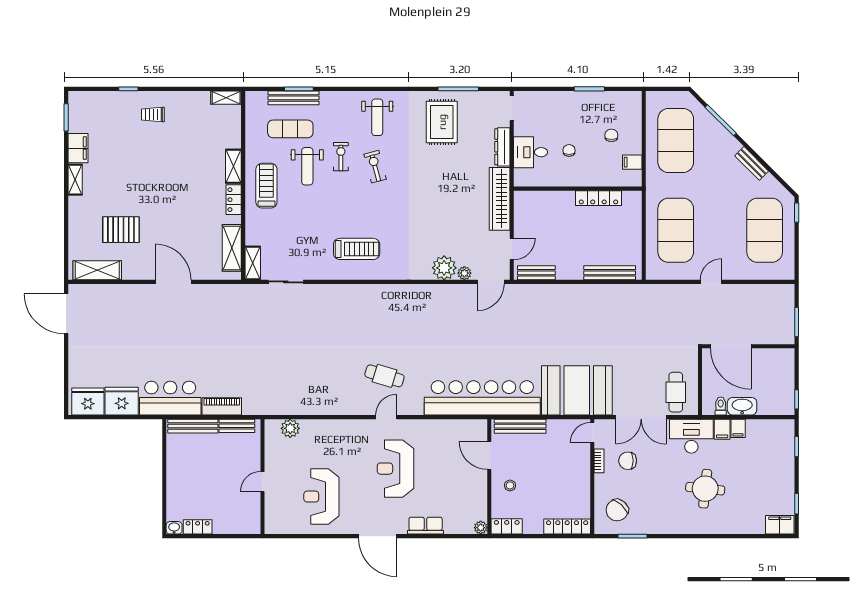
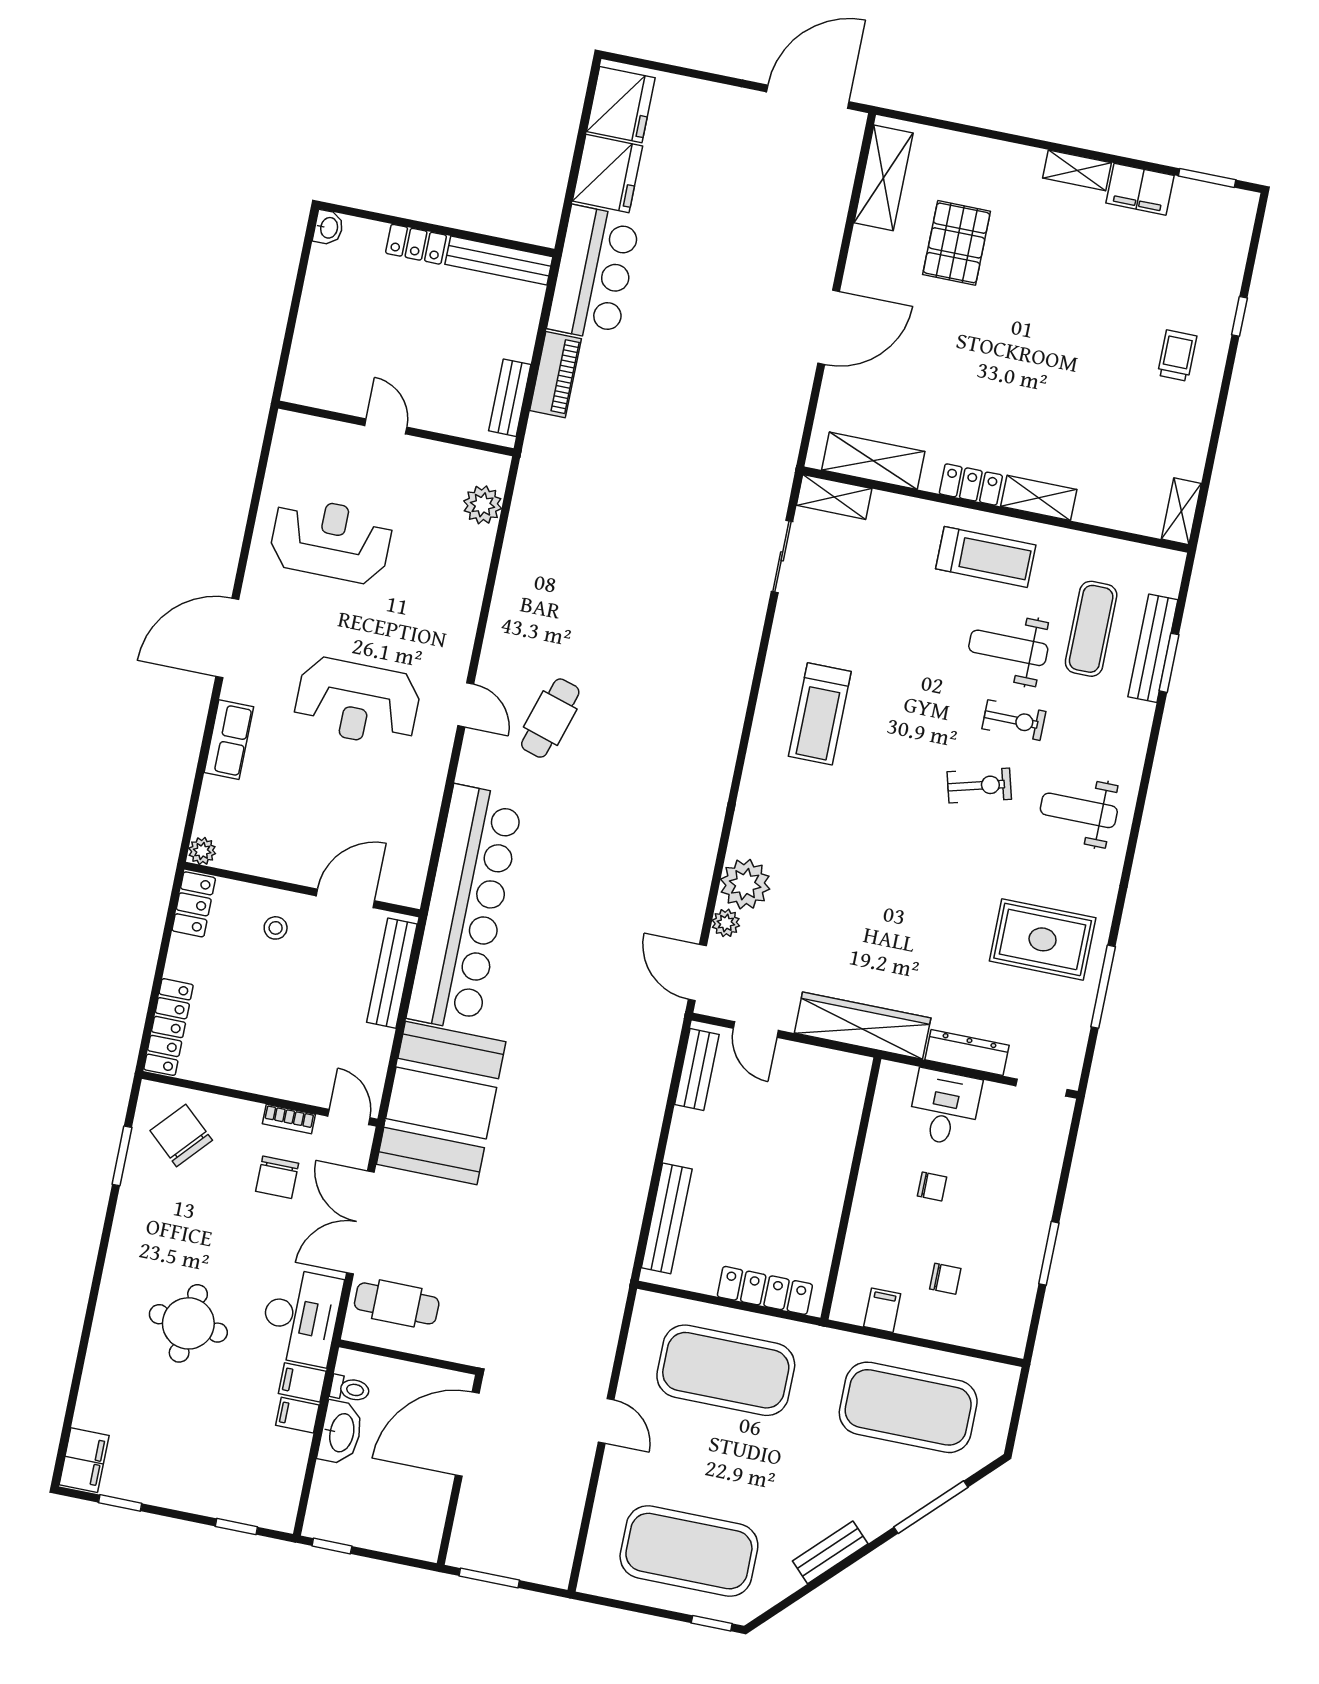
locker: (598, 198) -> (765, 1290), moved, turned 90
bench: (193, 426) -> (499, 261), moved, turned 90
chair: (628, 461) -> (277, 1177), turned 180
reception desk: (395, 469) -> (357, 702), turned 180
locker: (198, 527) -> (416, 244), moved, turned 90

